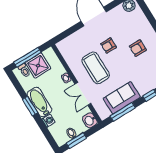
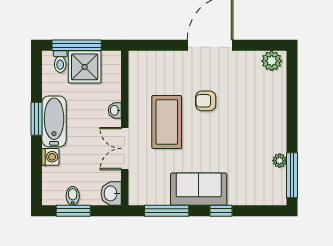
armchair: (138, 48) -> (246, 131), removed
sofa: (122, 98) -> (199, 189), moved

